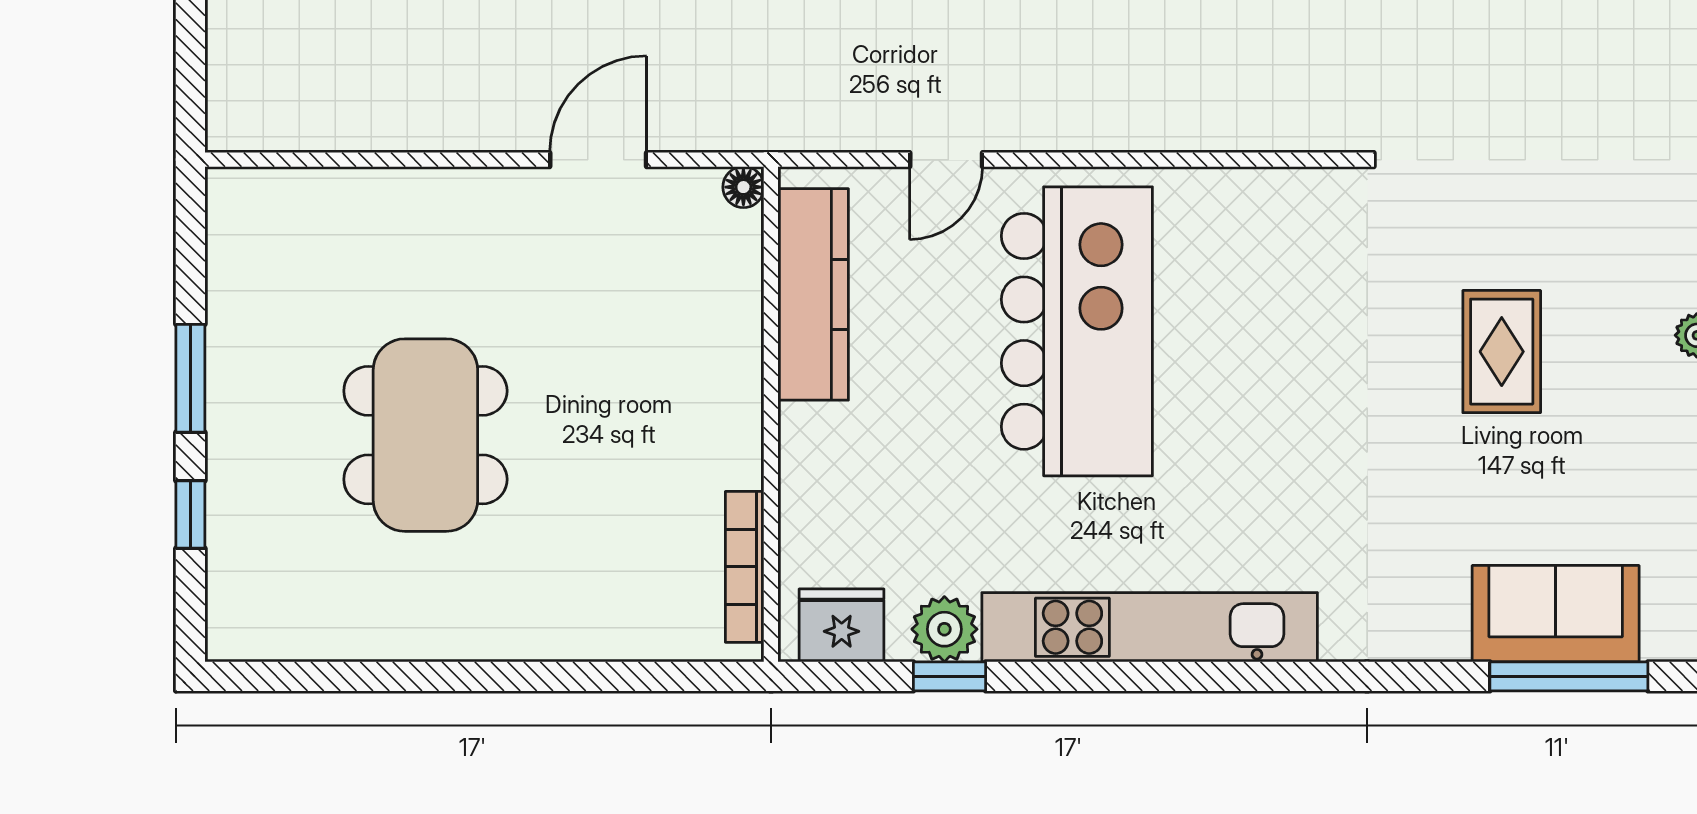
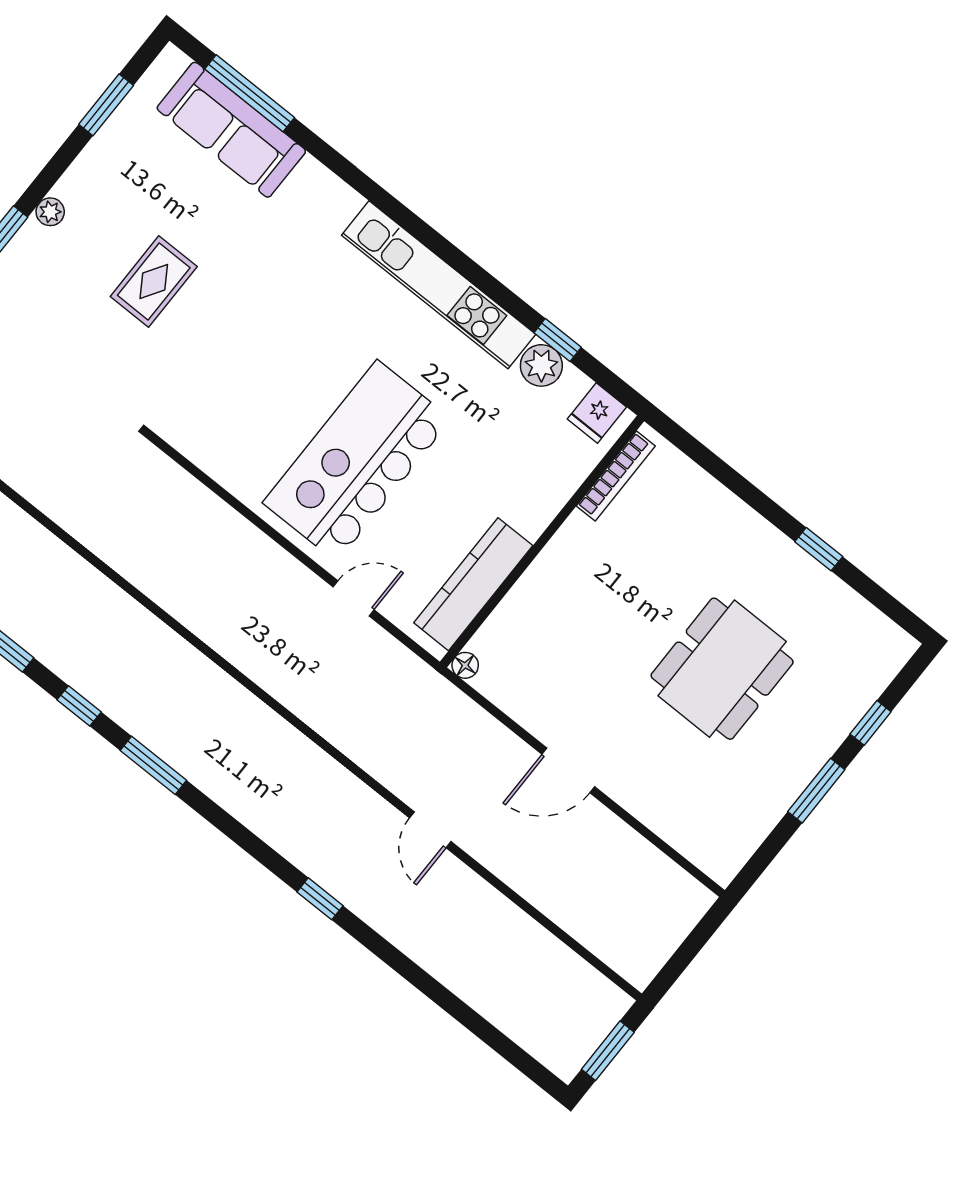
door: (598, 160) -> (568, 770), moved
sofa: (1556, 614) -> (231, 130), width x1.36
fridge: (842, 625) -> (597, 413), width x0.72
window: (424, 676) -> (819, 549), added

